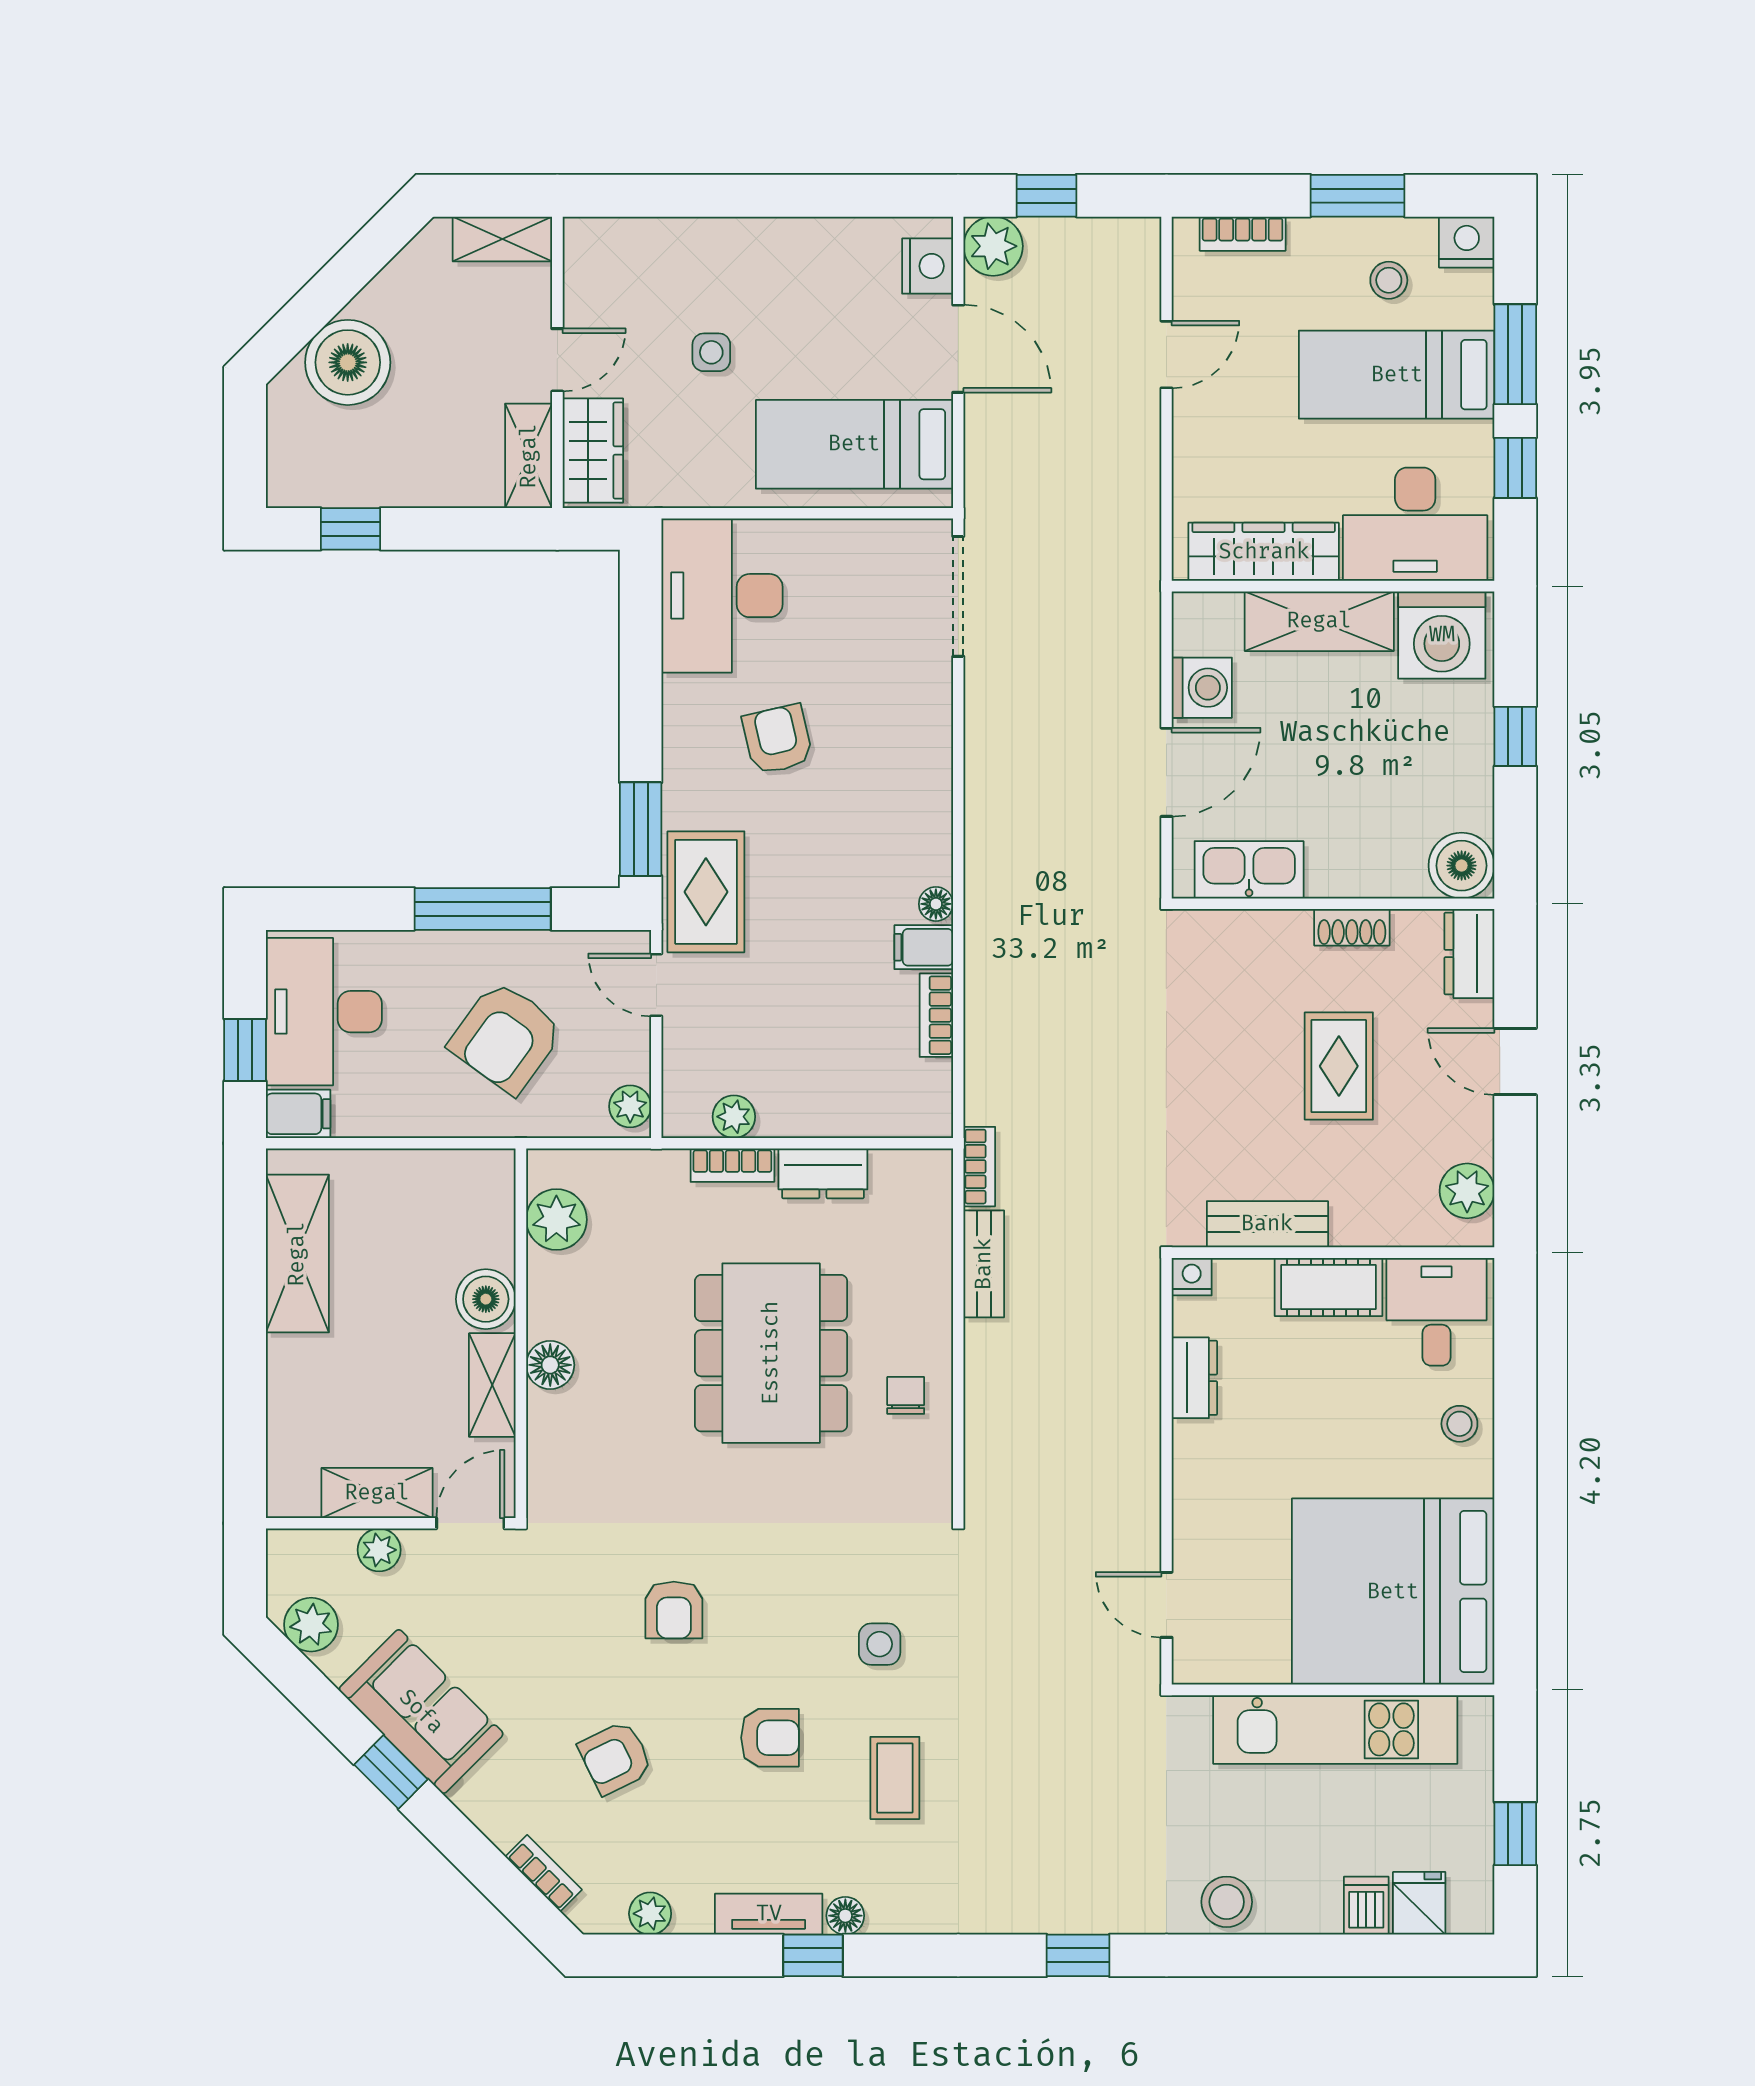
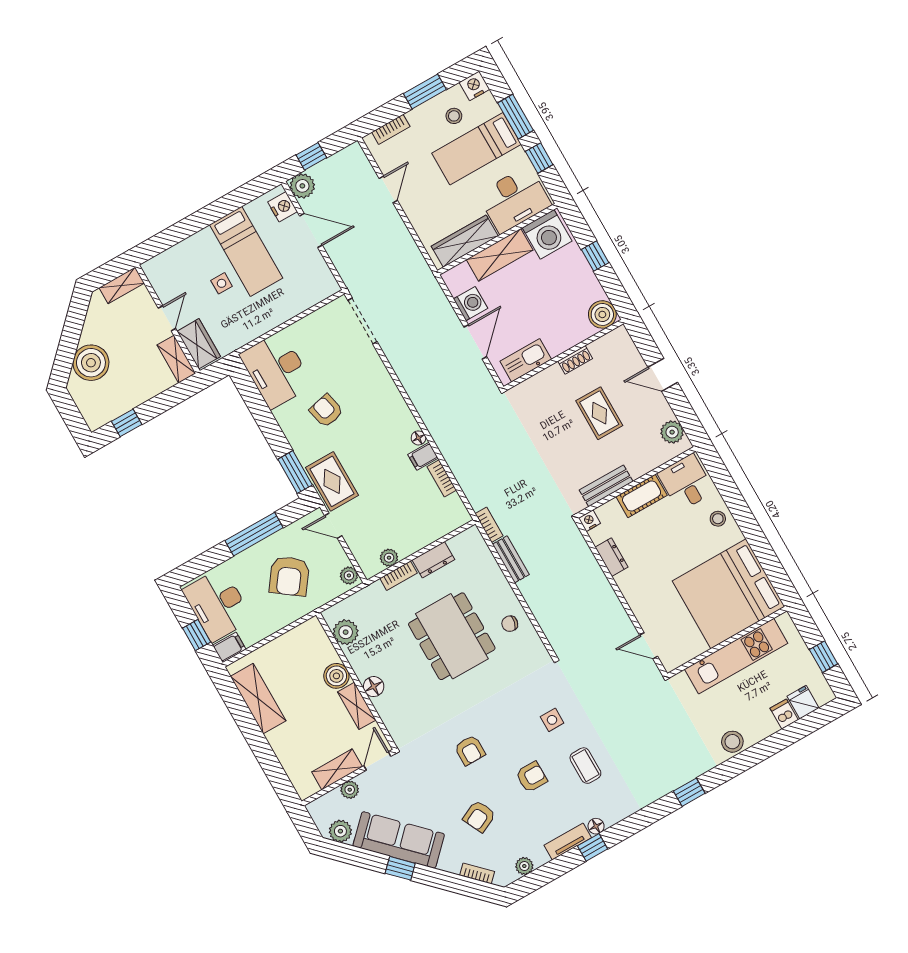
bed: (854, 444) -> (246, 251), moved, turned -90
dresser: (1469, 953) -> (624, 345), removed
chair: (906, 1395) -> (510, 624), turned -77
sofa: (421, 1712) -> (399, 840), width x1.36

